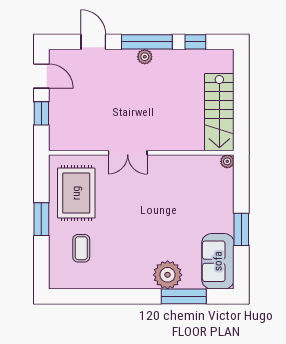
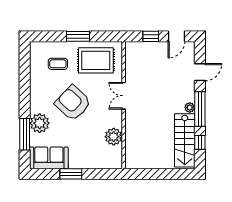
stairs: (219, 112) -> (185, 140), moved, turned -90
plant: (227, 161) -> (114, 137), moved, width x1.88, depth x1.88
armchair: (138, 226) -> (73, 103), added

